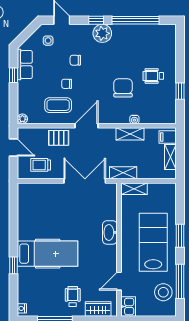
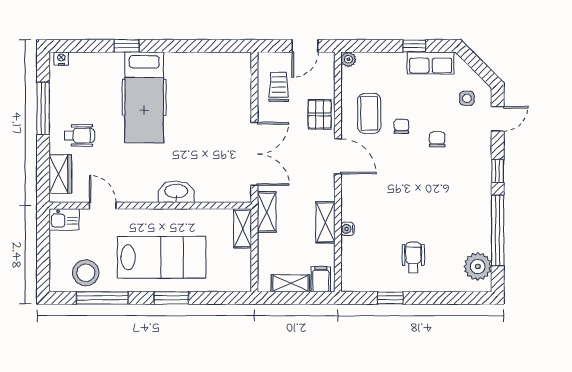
plant: (102, 33) -> (478, 266), moved
chair: (123, 88) -> (395, 212), removed

